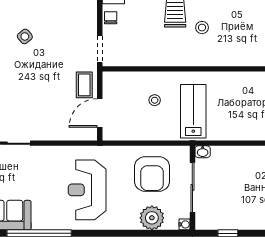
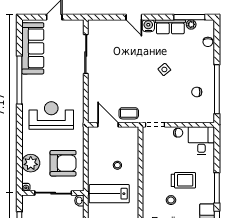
lab bench: (193, 111) -> (109, 194), turned 180
armchair: (152, 174) -> (63, 163), turned 180

